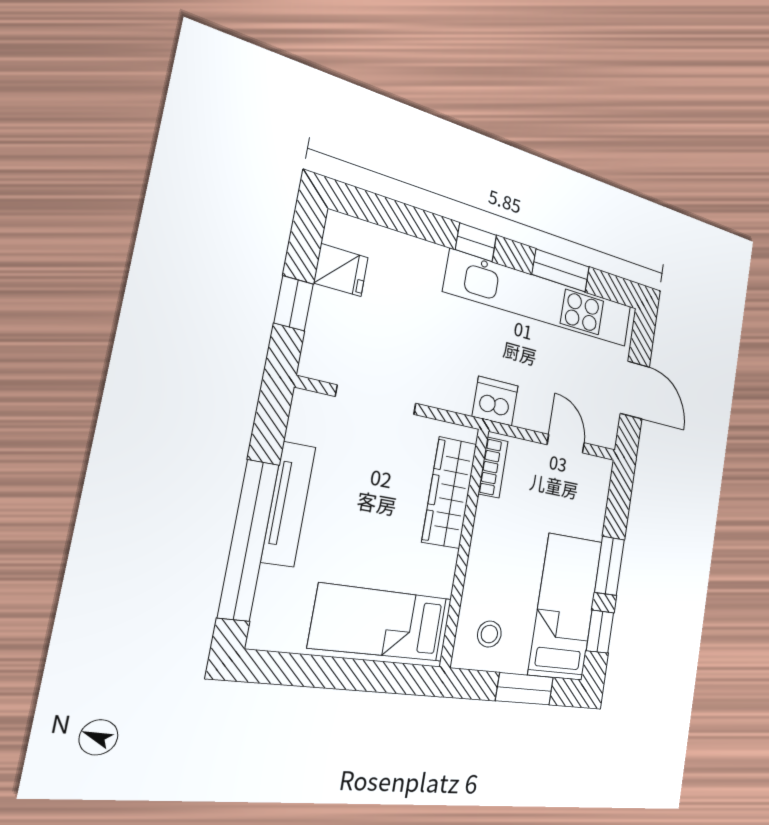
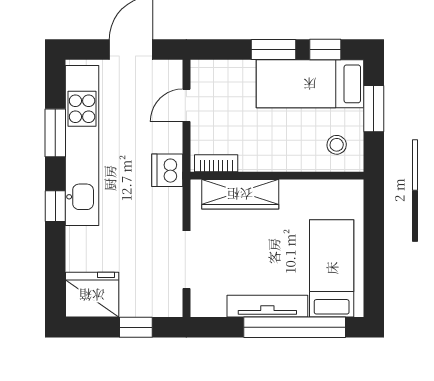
fridge: (341, 270) -> (92, 295), width x1.88, depth x1.34
bed: (382, 623) -> (332, 268), moved, turned 180

